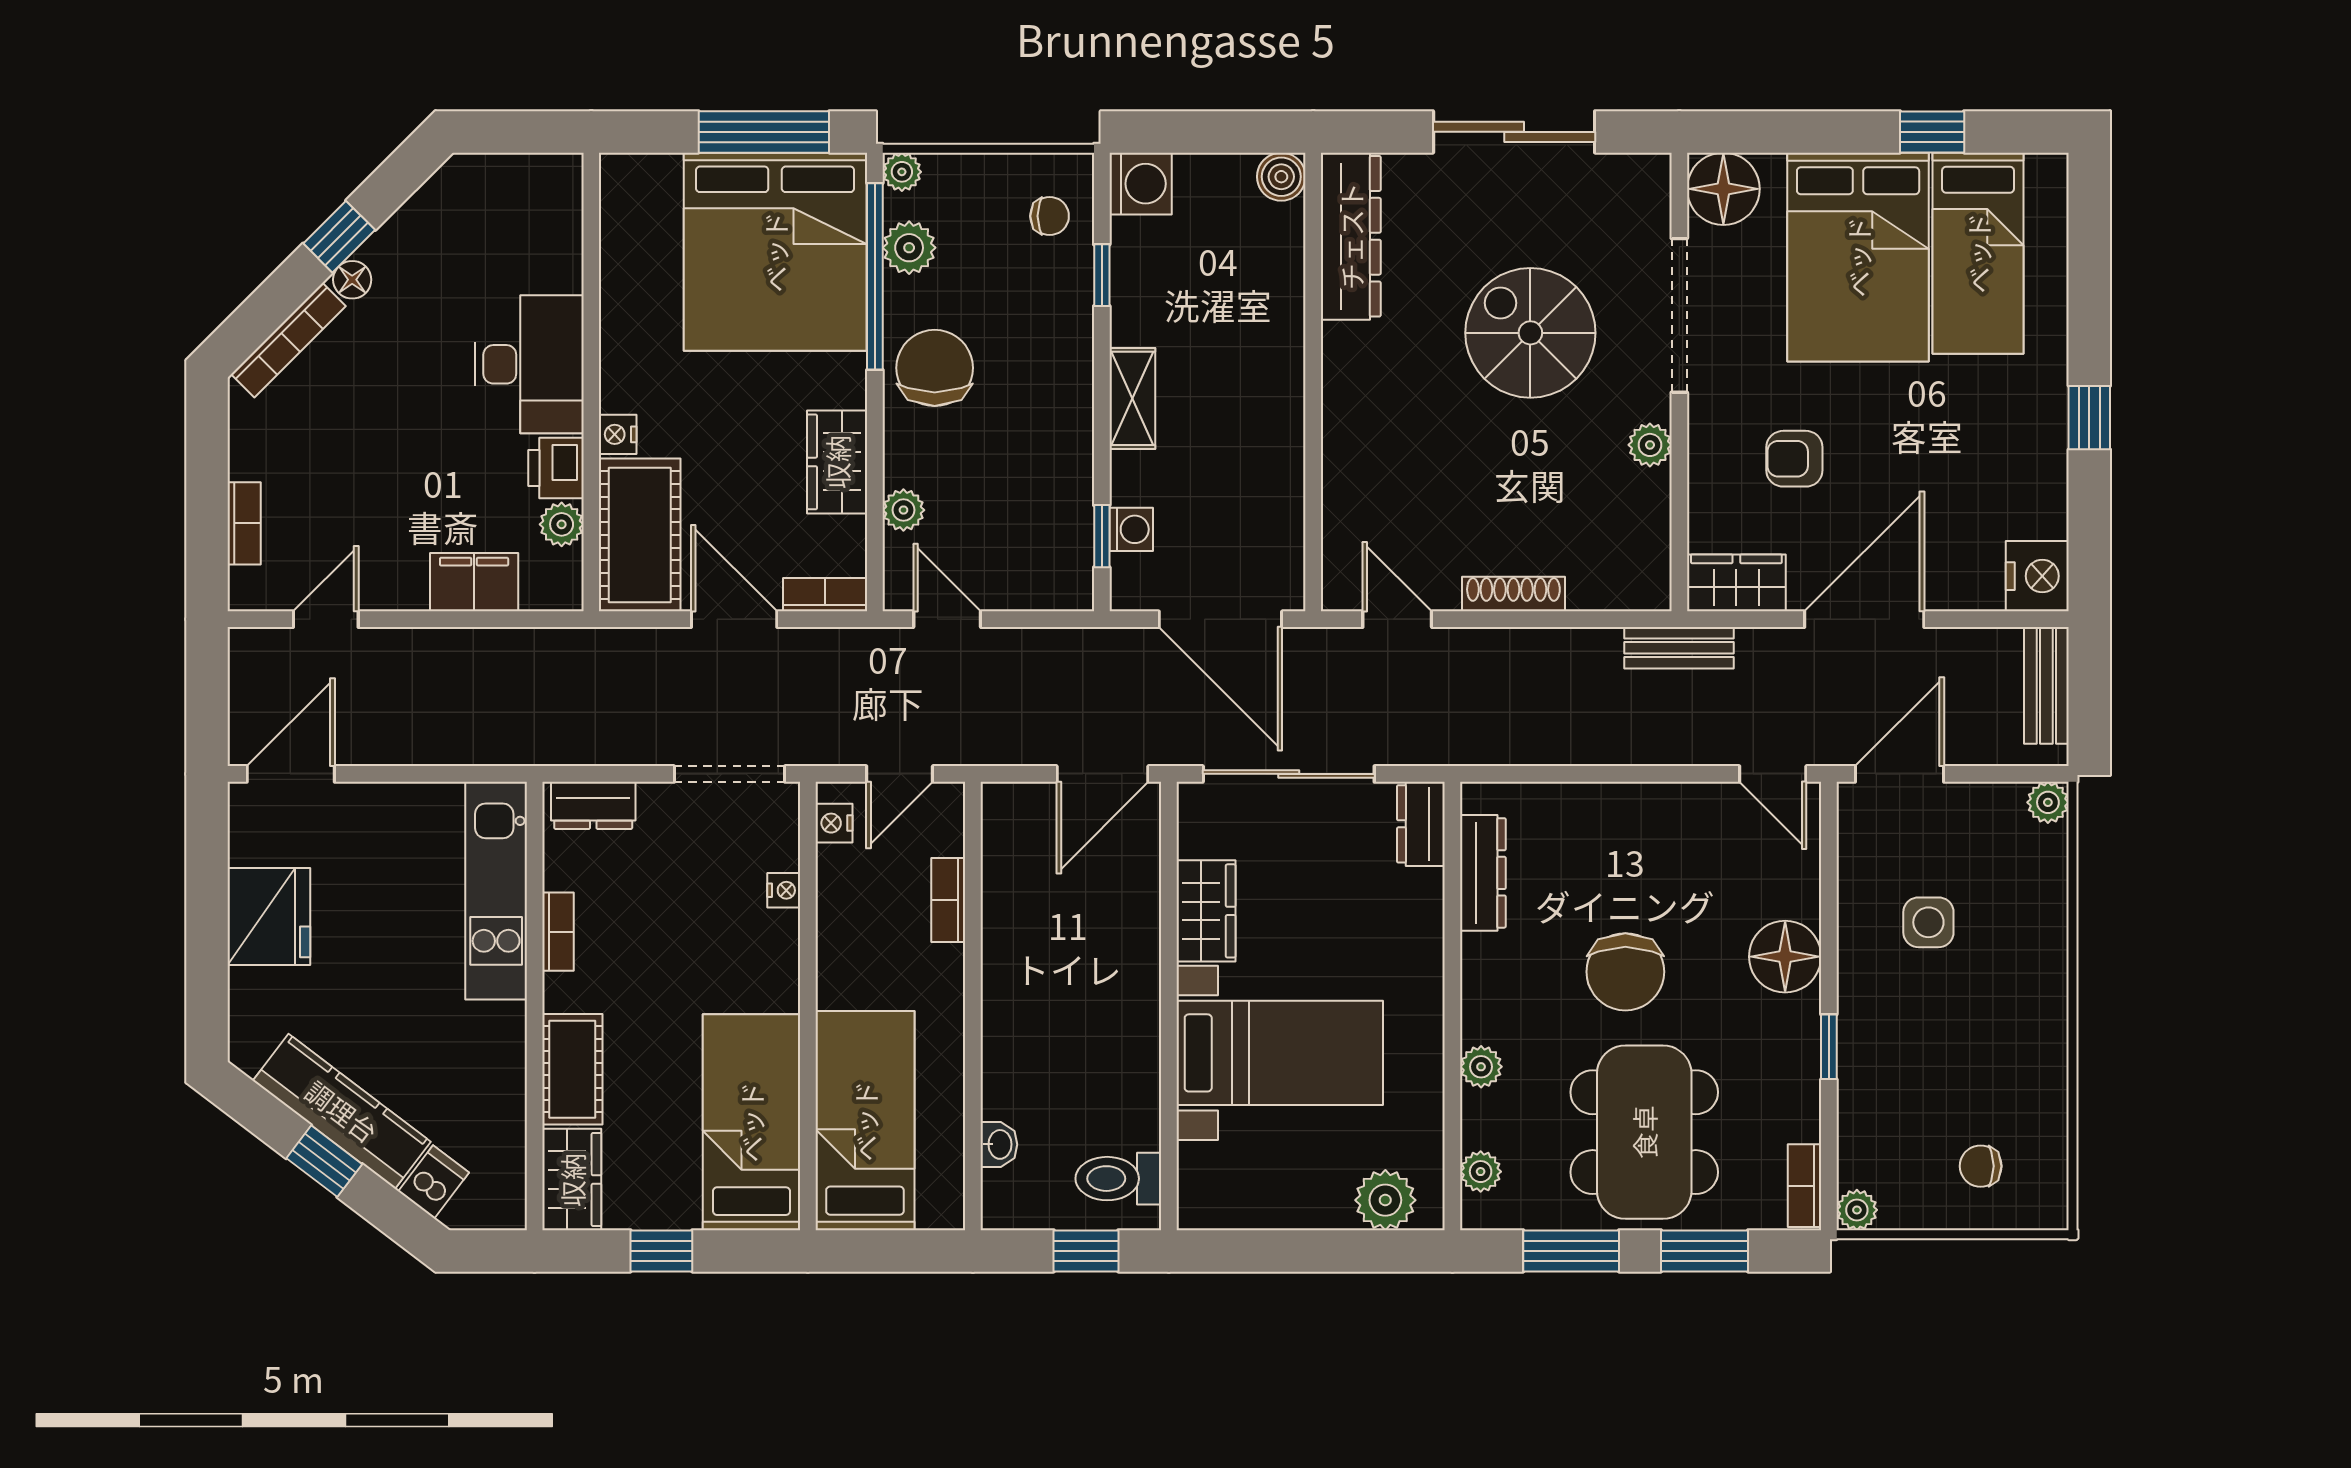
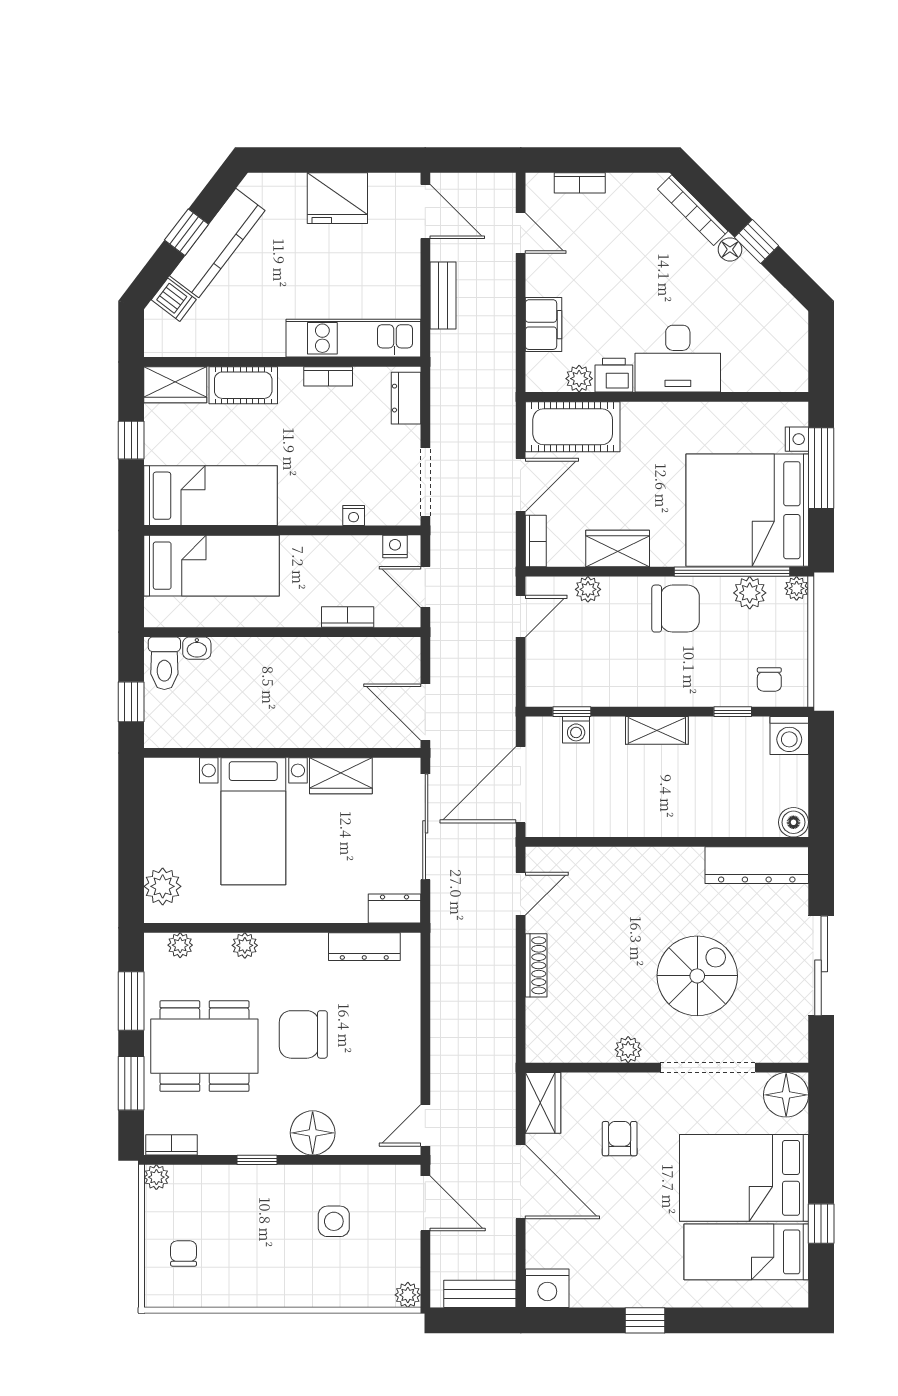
window: (764, 132) -> (821, 468), moved
nightstand: (618, 434) -> (797, 439), moved, turned 90
bench: (1679, 648) -> (443, 295), moved
toilet: (1118, 1179) -> (164, 663), moved, turned 180

